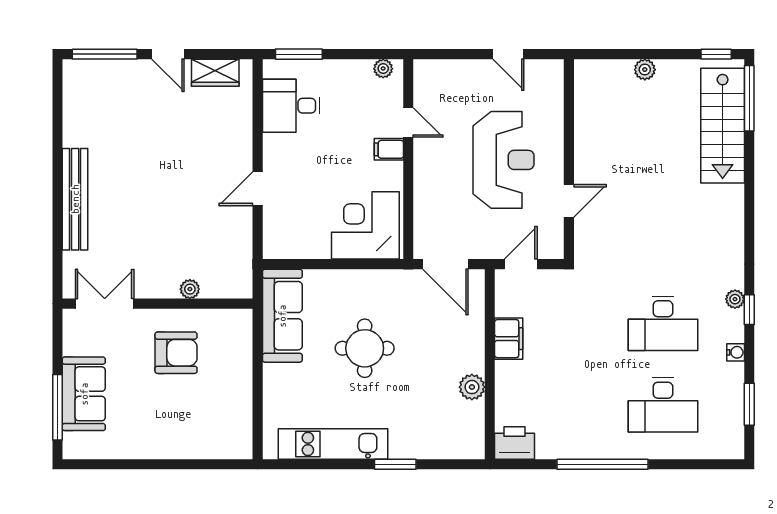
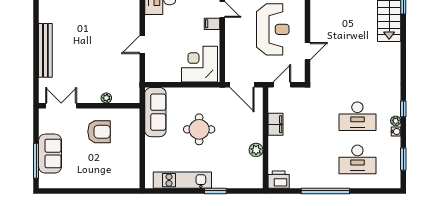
plant: (735, 299) -> (396, 121), moved

